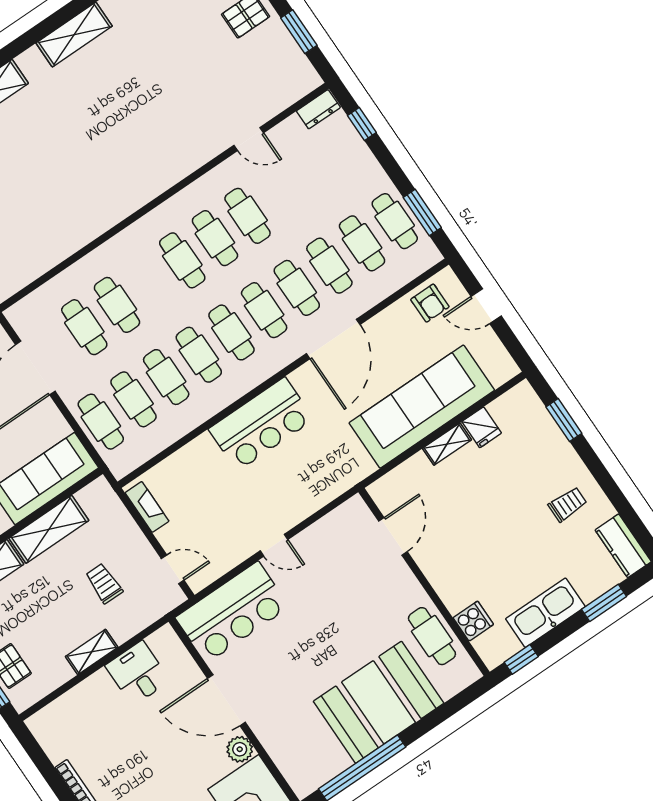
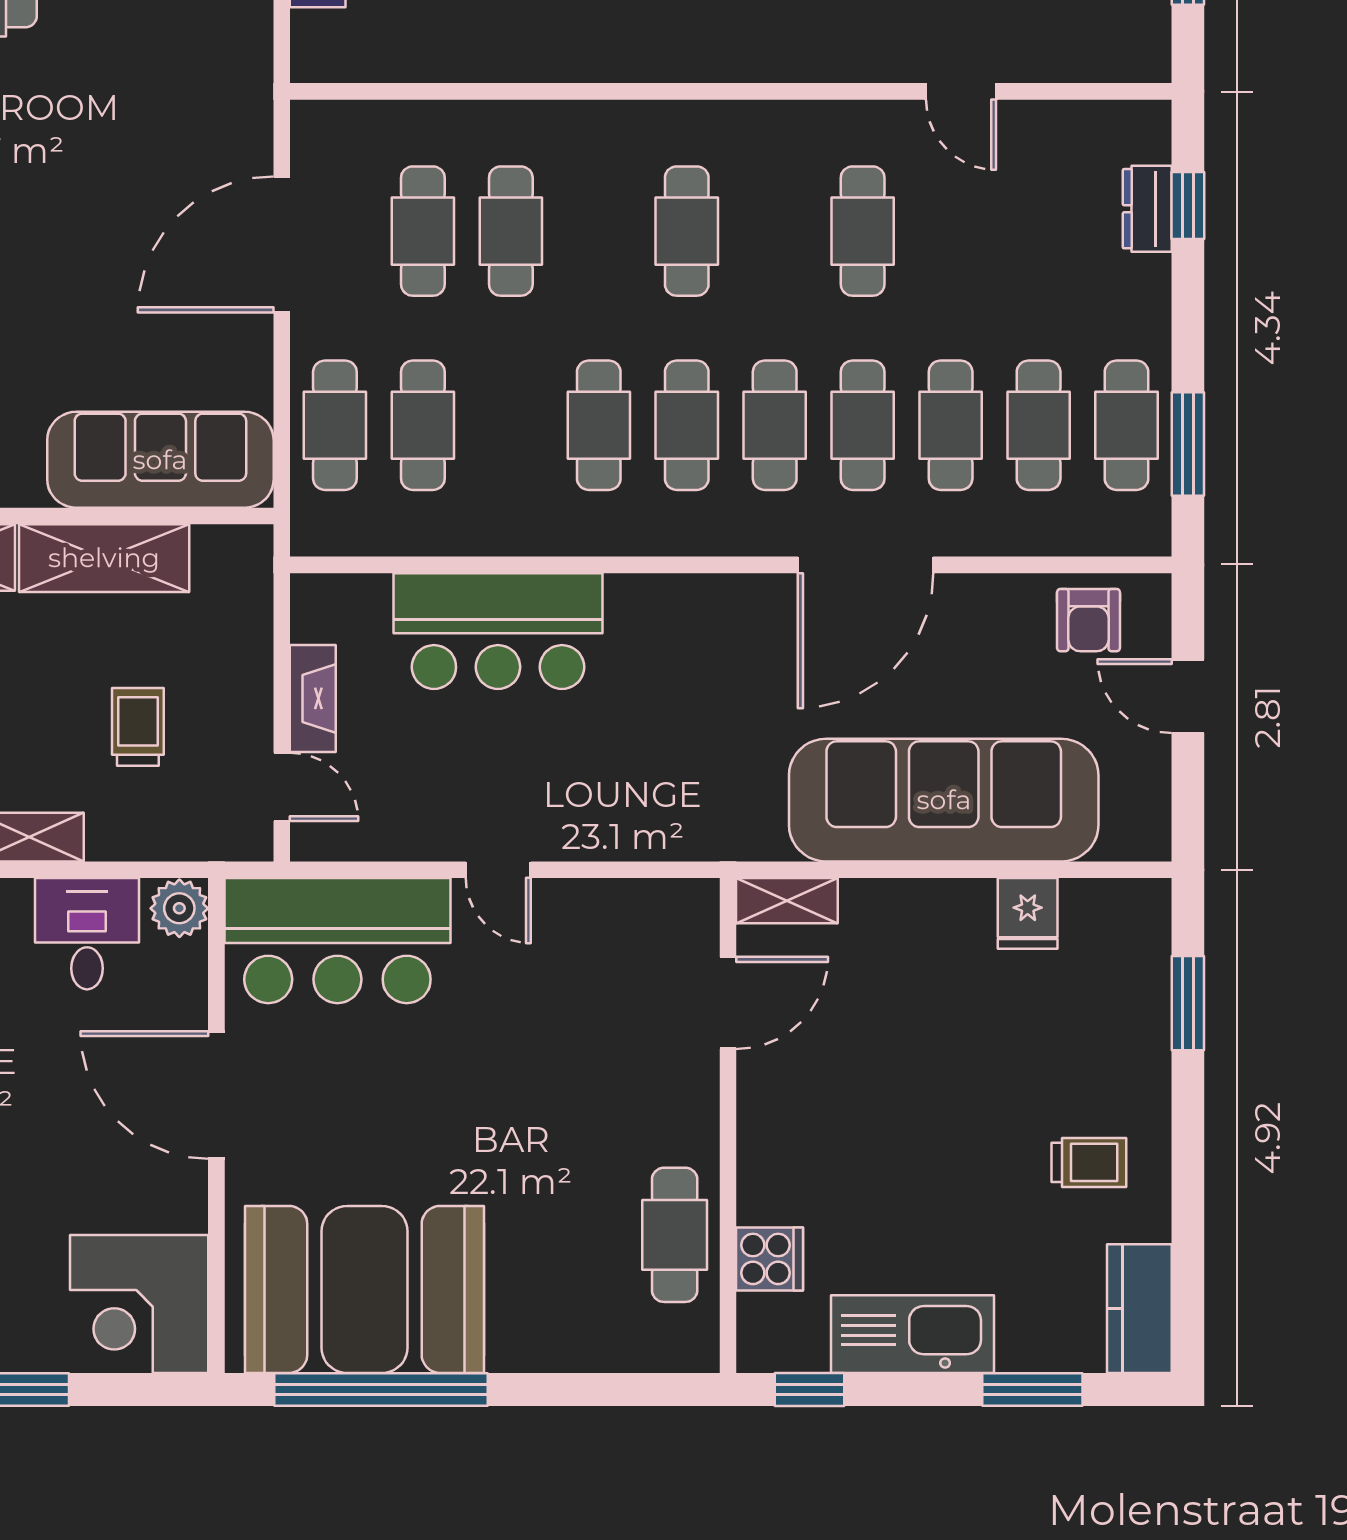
dresser: (318, 109) -> (1147, 209), moved, turned 90
cafe table: (215, 238) -> (775, 231), removed
cafe table: (166, 377) -> (511, 425), removed
bar counter: (261, 424) -> (498, 631), moved
shelving: (447, 444) -> (787, 901), moved
fireplace: (147, 507) -> (313, 698), moved
booth: (379, 702) -> (364, 1289), moved
plant: (240, 749) -> (179, 908), moved

